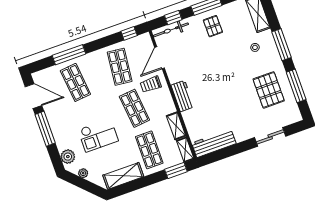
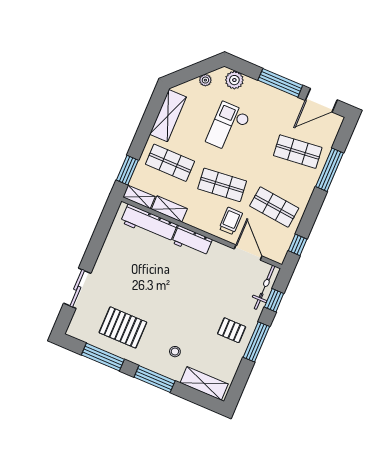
workbench: (214, 143) -> (149, 223), moved, turned 90

